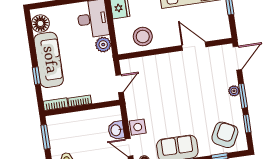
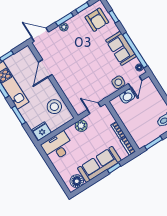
plant: (103, 45) -> (81, 126), moved
armchair: (225, 135) -> (97, 20), turned -117

